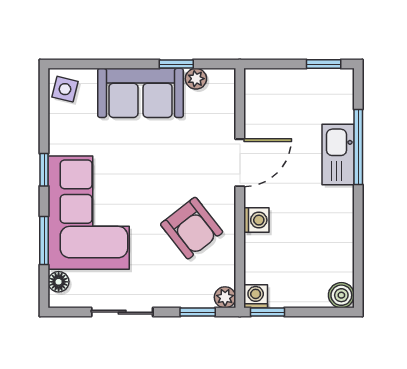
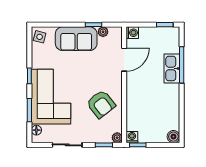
door: (240, 163) -> (124, 60), moved
washing machine: (256, 220) -> (132, 33), moved

